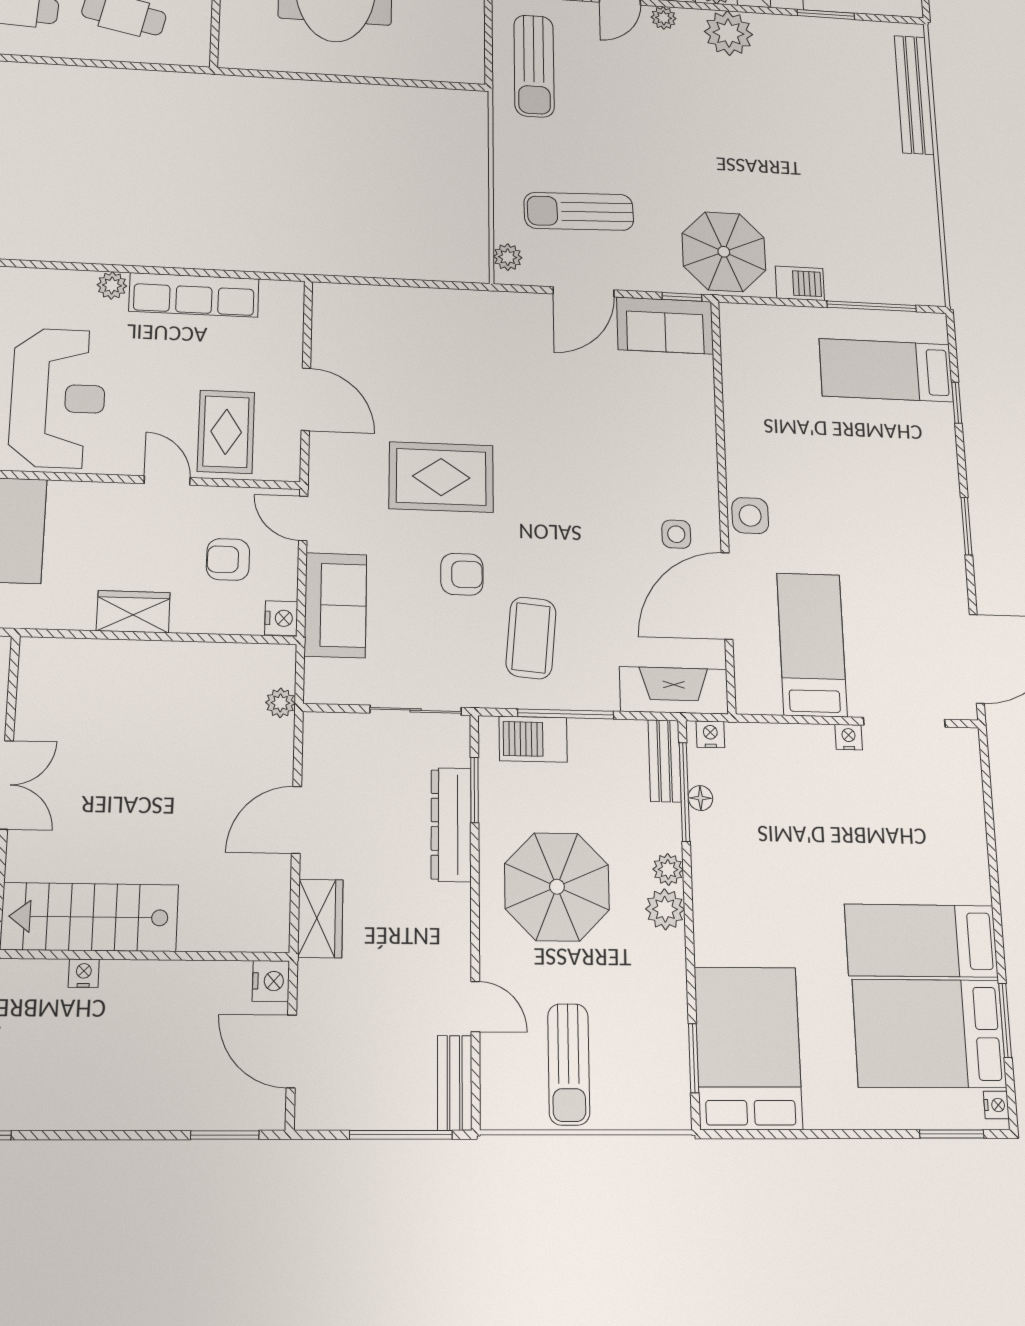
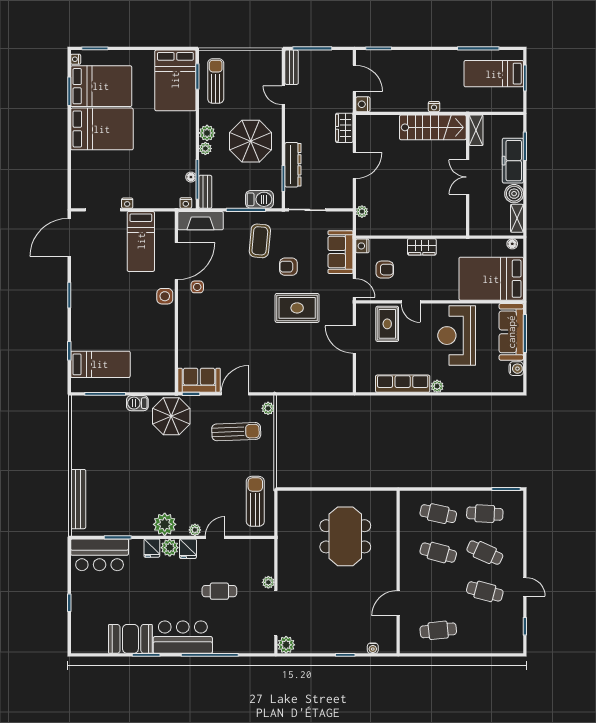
bed: (921, 941) -> (102, 129), width x1.50
sun lounger: (569, 1064) -> (216, 81), moved

